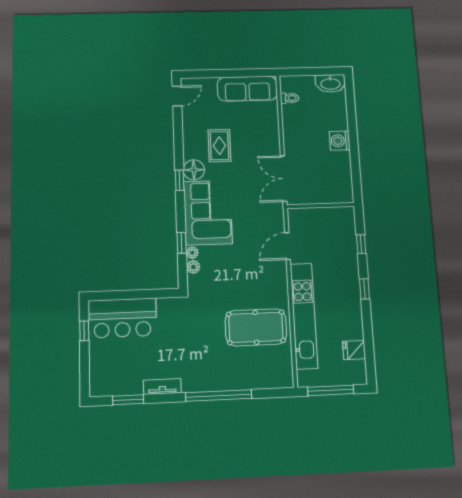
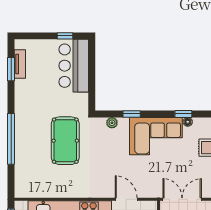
floor lamp: (194, 170) -> (188, 122), width x0.53, depth x0.53
plant: (192, 253) -> (123, 122), removed
pool table: (256, 327) -> (65, 141), moved
tv unit: (162, 386) -> (20, 64), moved

